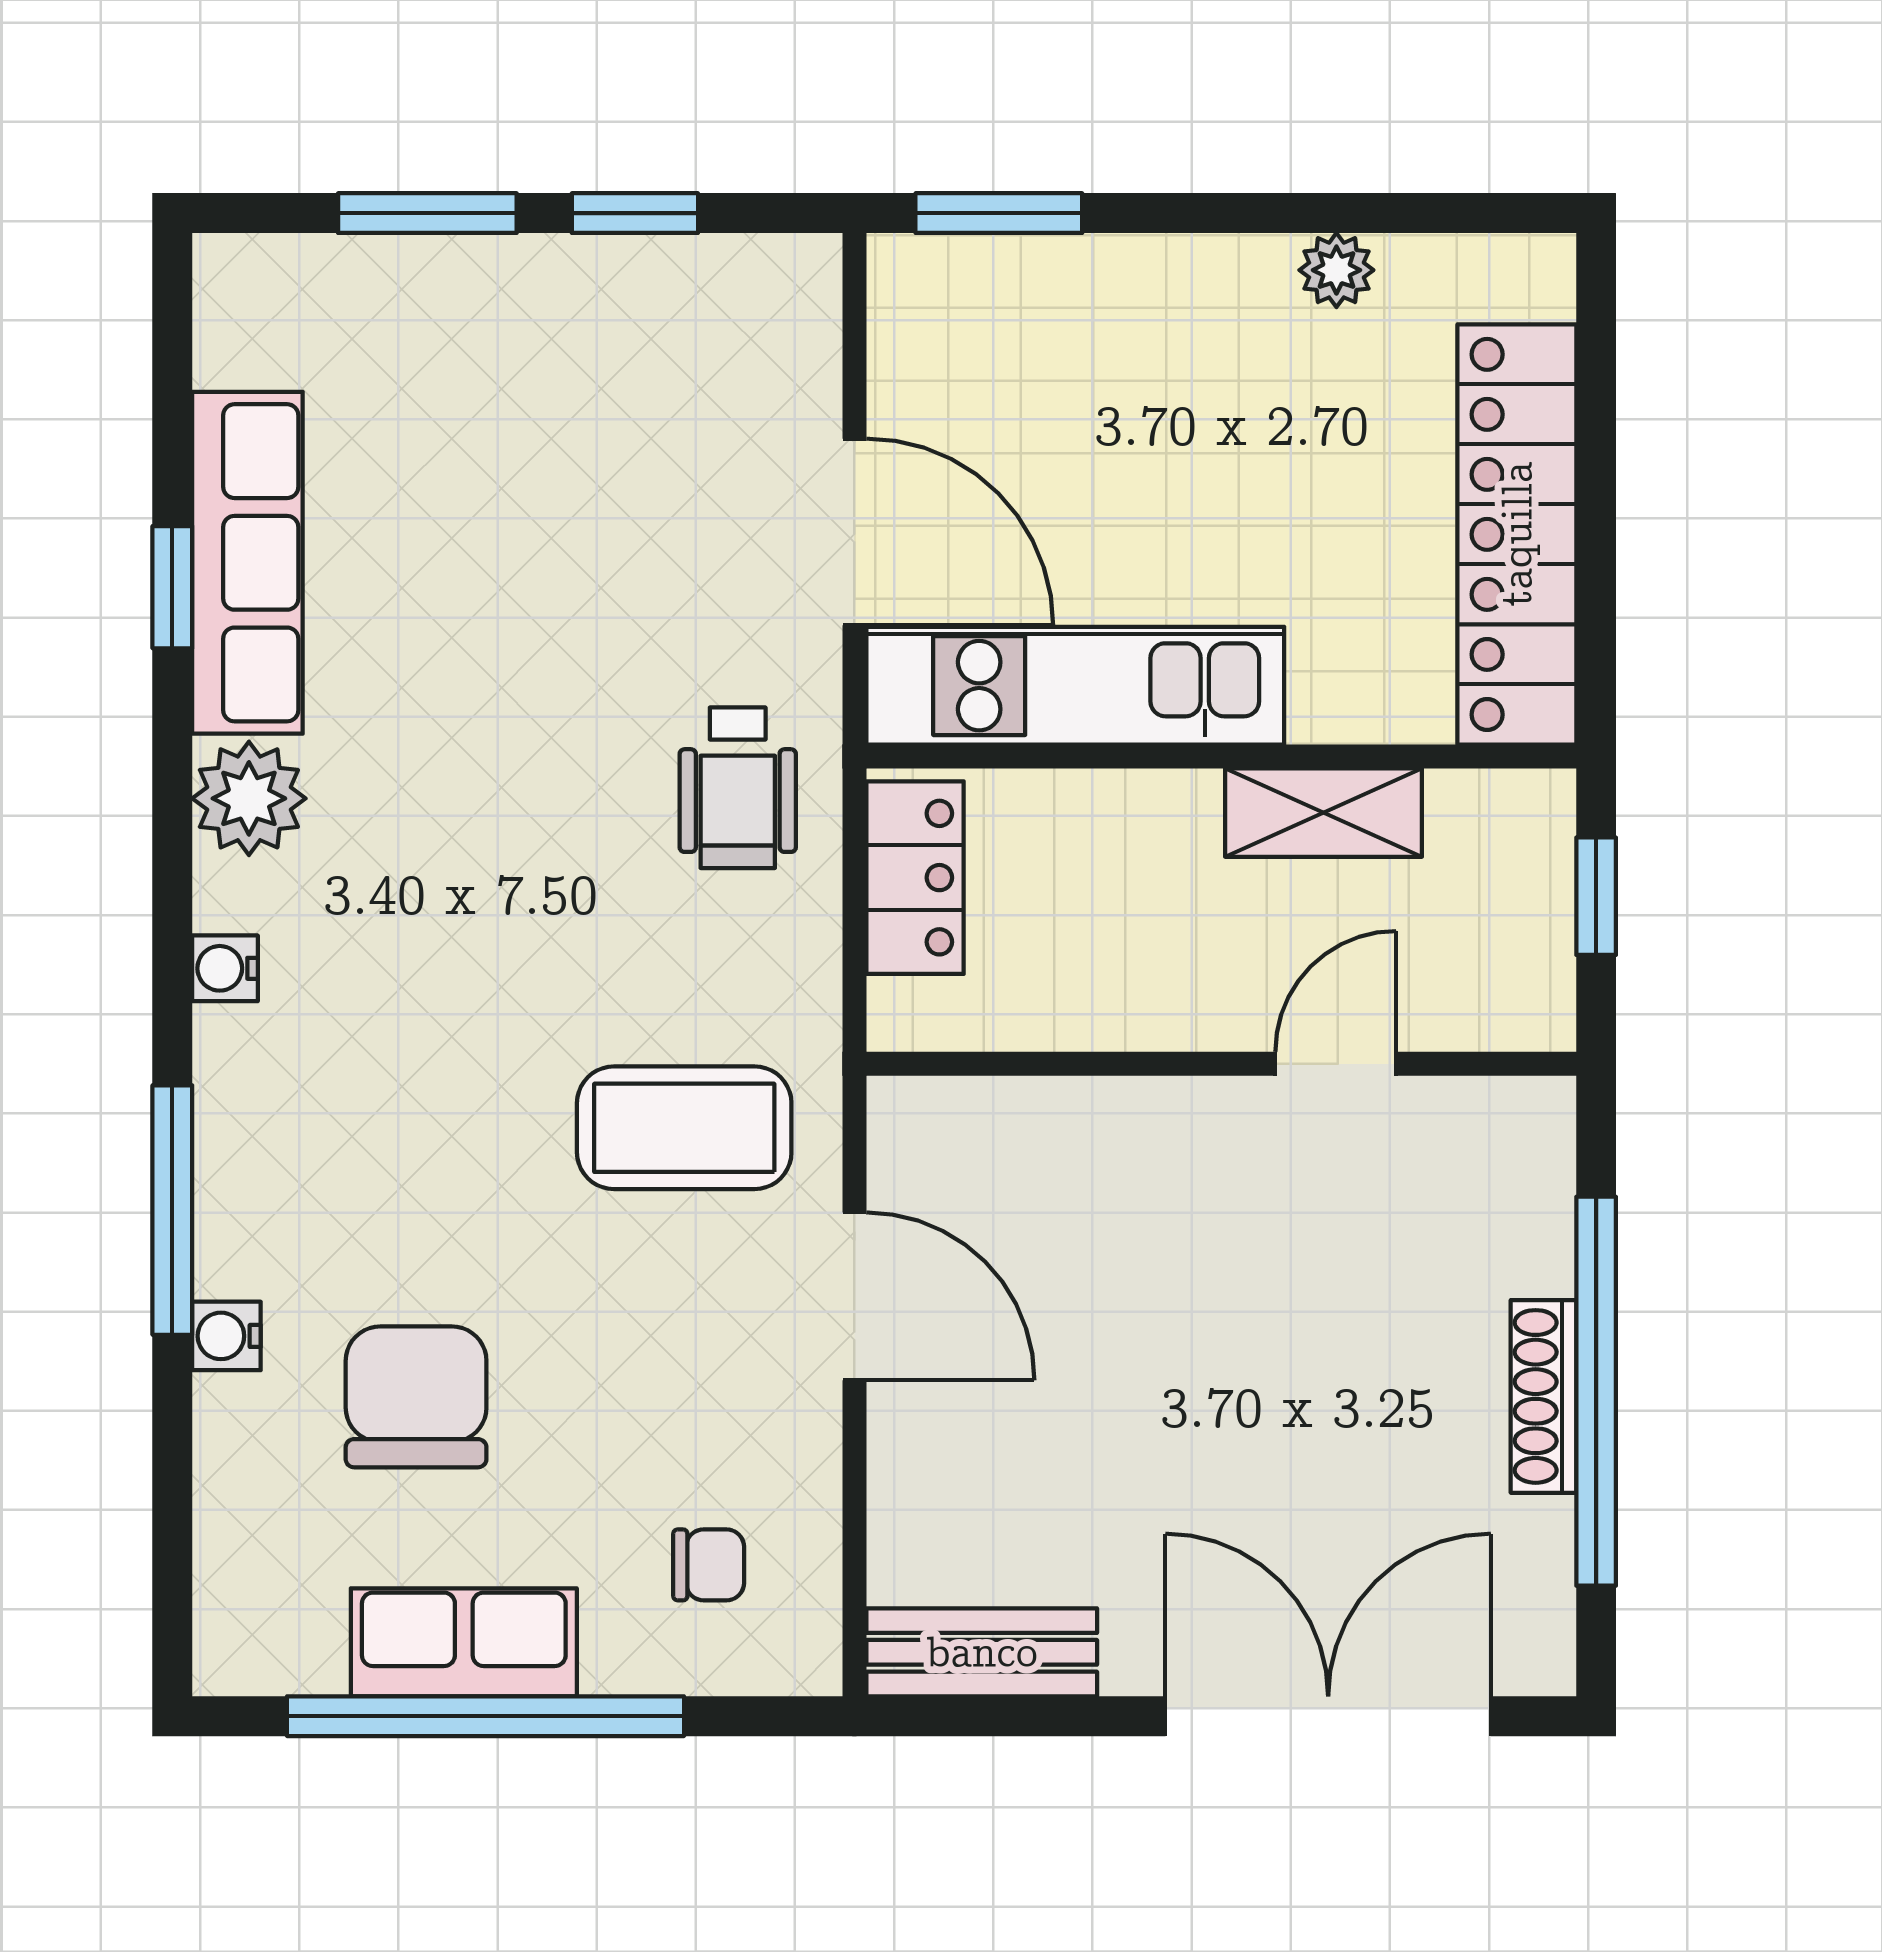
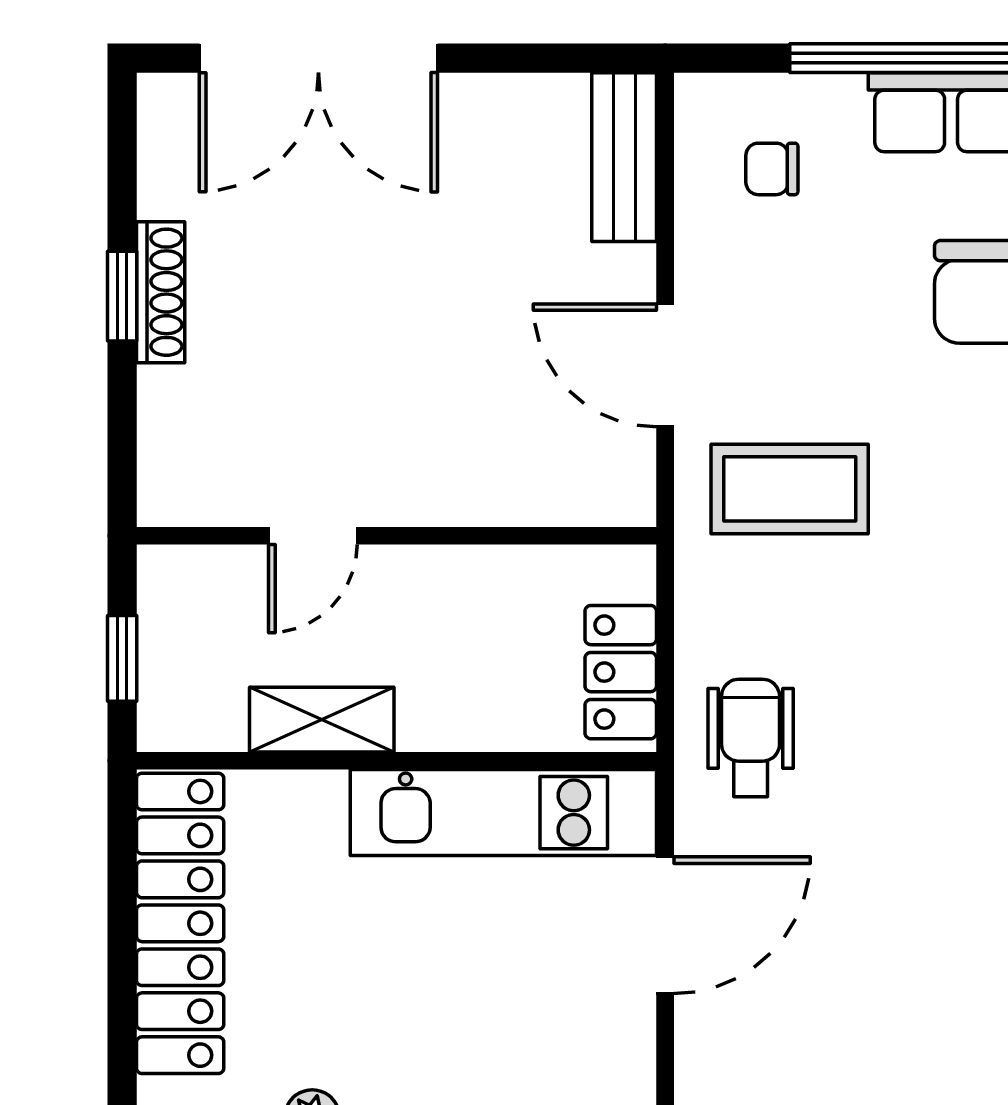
door: (854, 532) -> (665, 925), swing flipped
window: (1596, 1391) -> (122, 296), width x0.32
bench: (982, 1652) -> (624, 157), moved, turned 90

